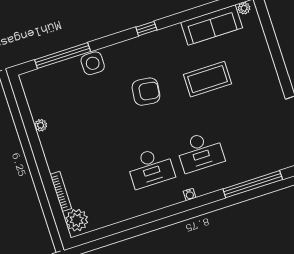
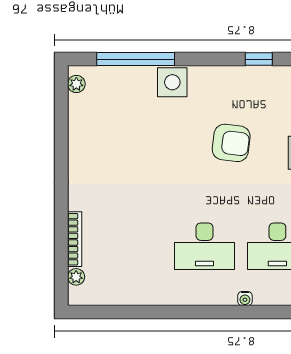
plant: (41, 125) -> (76, 84), moved
plant: (77, 220) -> (76, 277), width x0.53, depth x0.53

